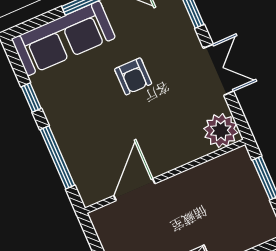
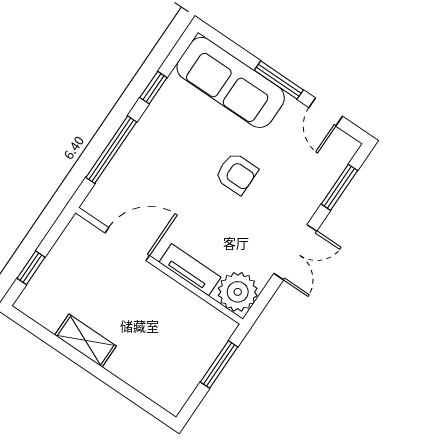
armchair: (133, 76) -> (236, 174), turned -90
tv unit: (182, 155) -> (190, 270), added

